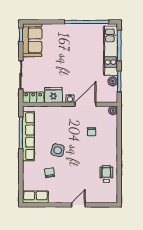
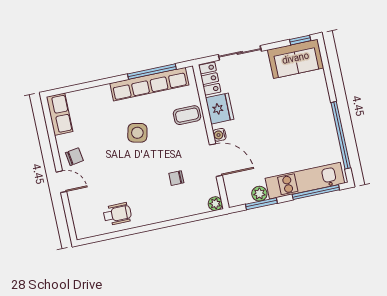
coffee table: (53, 116) -> (187, 115), added
chair: (49, 173) -> (74, 157), moved

